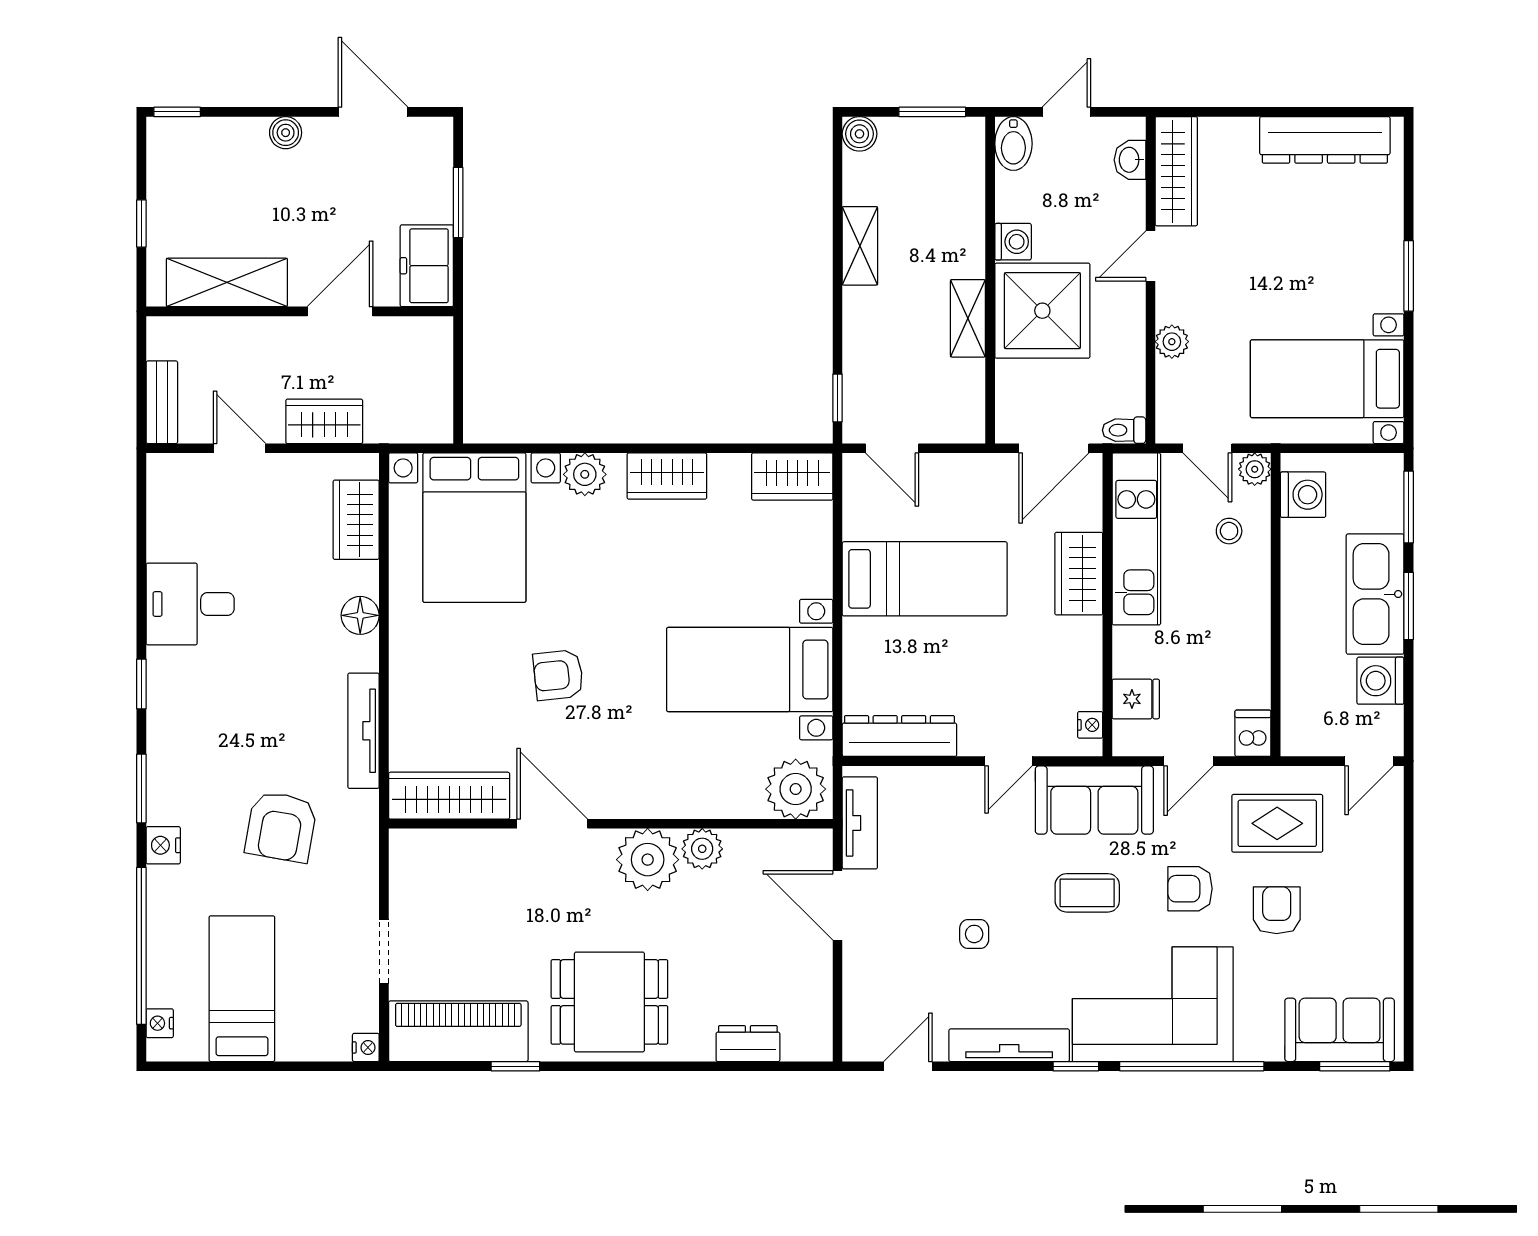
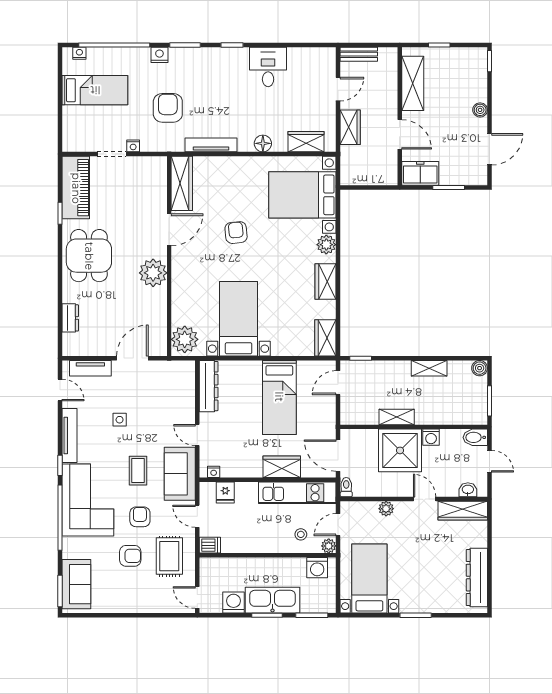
tv unit: (860, 823) -> (90, 368), moved
armchair: (281, 827) -> (168, 108), turned 80
plant: (702, 849) -> (158, 297), removed
nightstand: (366, 1047) -> (133, 146), moved

